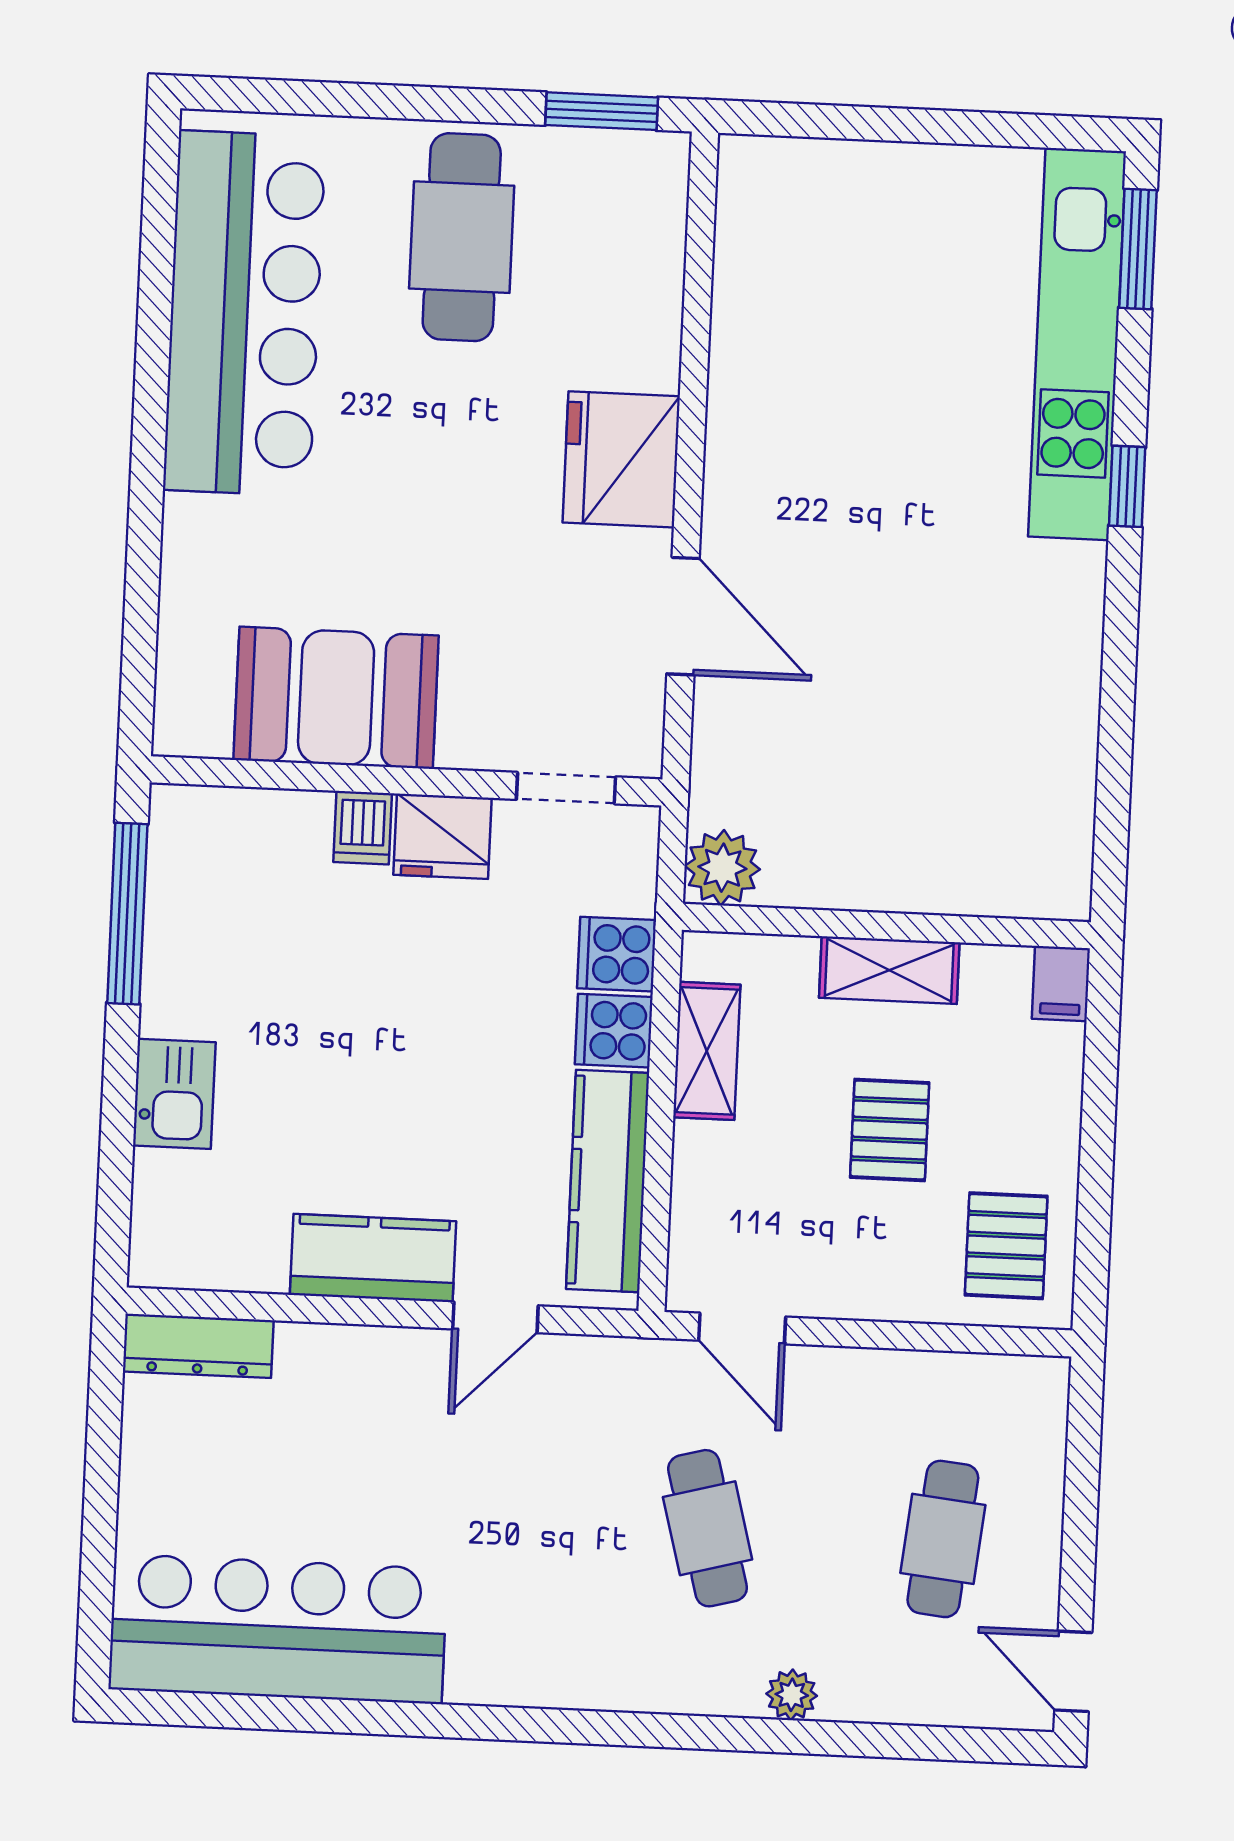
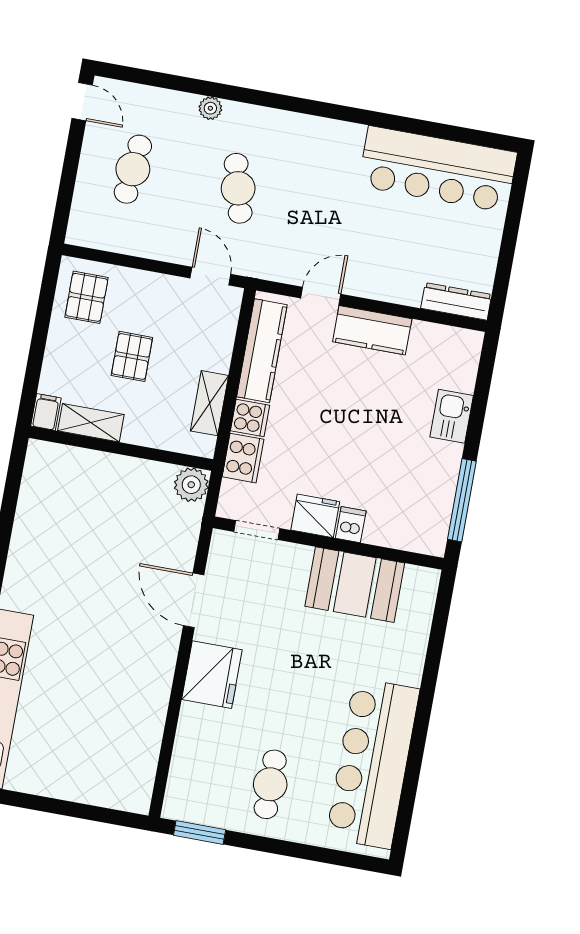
cafe table: (462, 237) -> (270, 784), width x0.73, depth x0.74
cooker: (617, 954) -> (243, 458), width x1.36
shelving: (889, 970) -> (91, 423), moved

